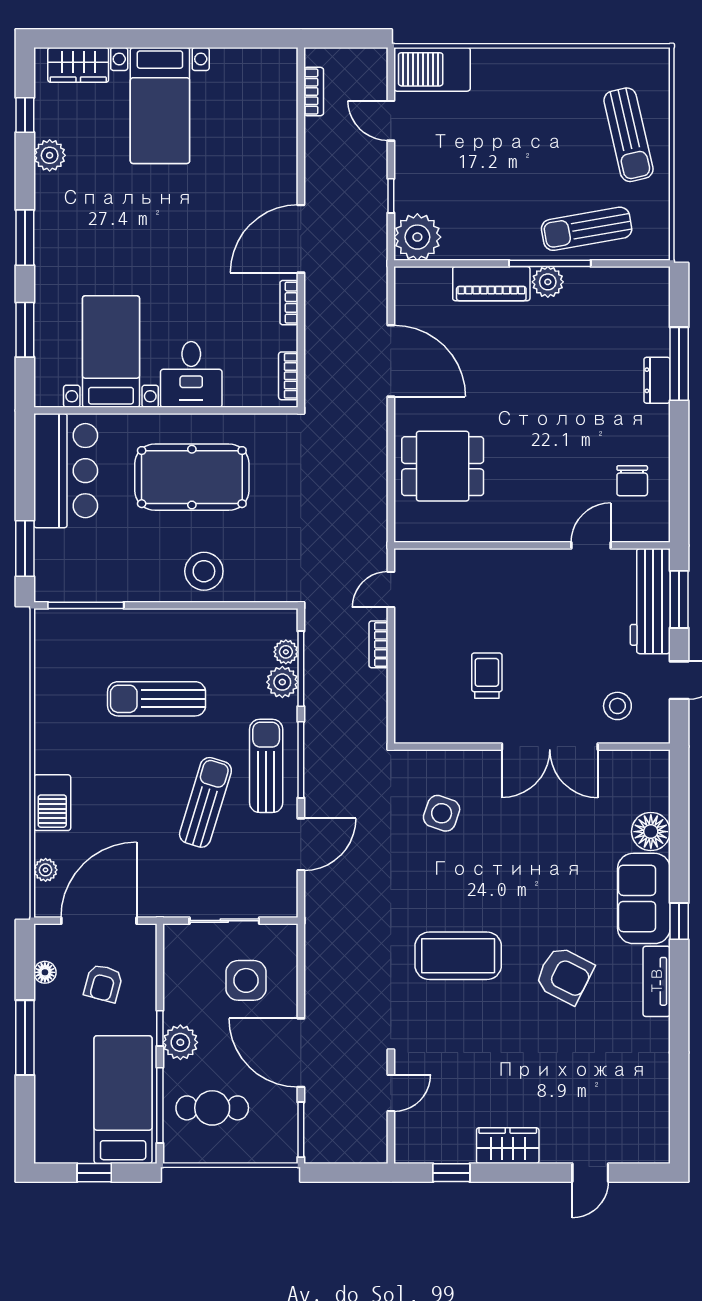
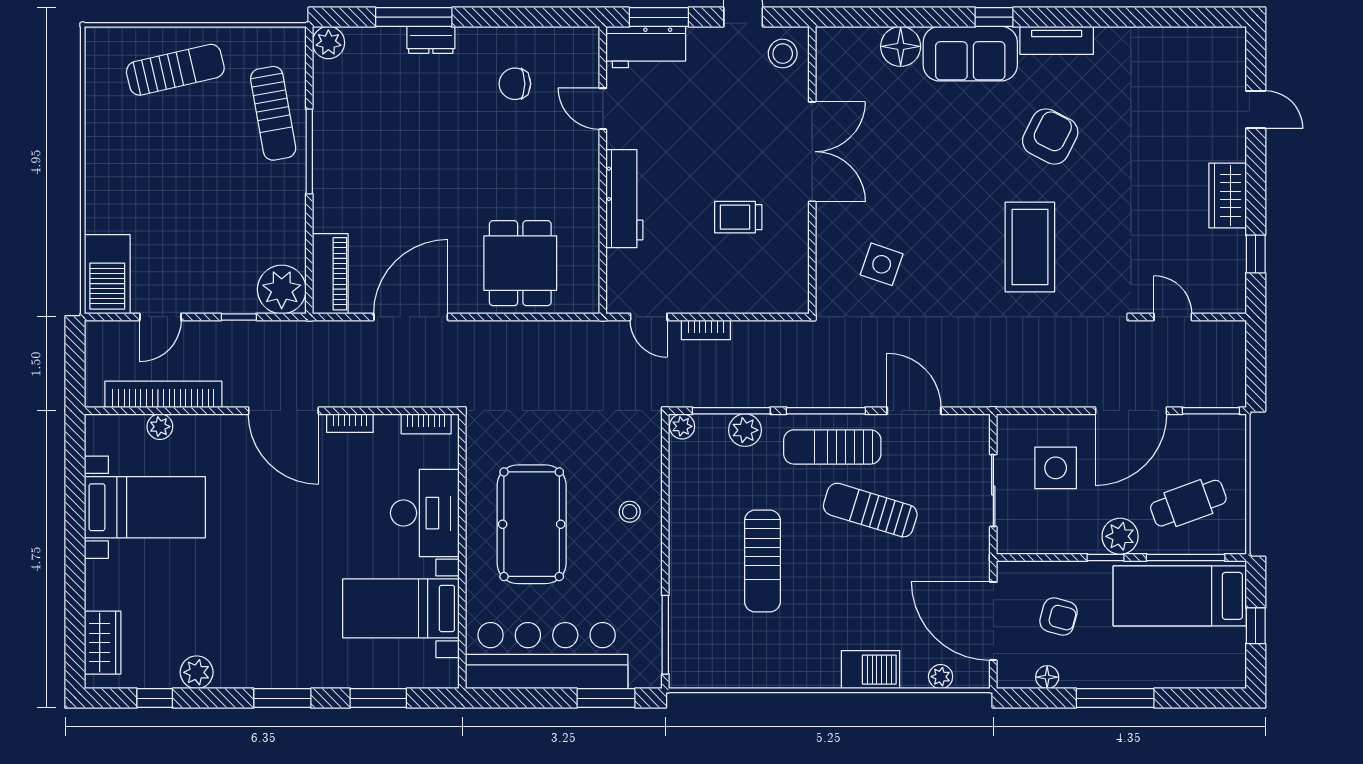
bookcase: (314, 92) -> (163, 394), width x2.31, depth x1.31
bed with nightstands: (160, 105) -> (145, 507), moved
plant: (286, 120) -> (160, 427), added
plant: (548, 282) -> (328, 43), moved
piano: (491, 284) -> (330, 274), moved
desk: (191, 374) -> (425, 513), width x1.37
bar counter: (66, 471) -> (547, 656), width x1.36
chair: (632, 481) -> (515, 84), moved, turned 180
workbench: (505, 566) -> (624, 199), added
stool: (204, 571) -> (630, 512), width x0.53, depth x0.53
workbench: (650, 601) -> (646, 47), width x0.73
plant: (286, 652) -> (682, 426), moved
stool: (617, 706) -> (783, 54), moved
cafe table: (212, 1108) -> (1188, 503), turned 70

